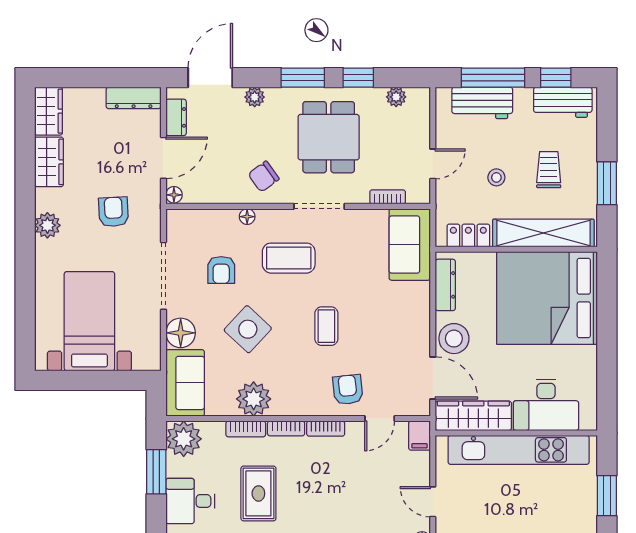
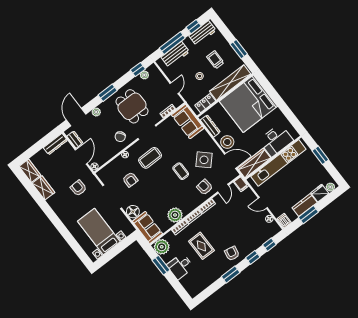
window: (358, 78) -> (138, 70), moved
plant: (47, 225) -> (59, 210), removed
side table: (248, 329) -> (204, 160), moved

